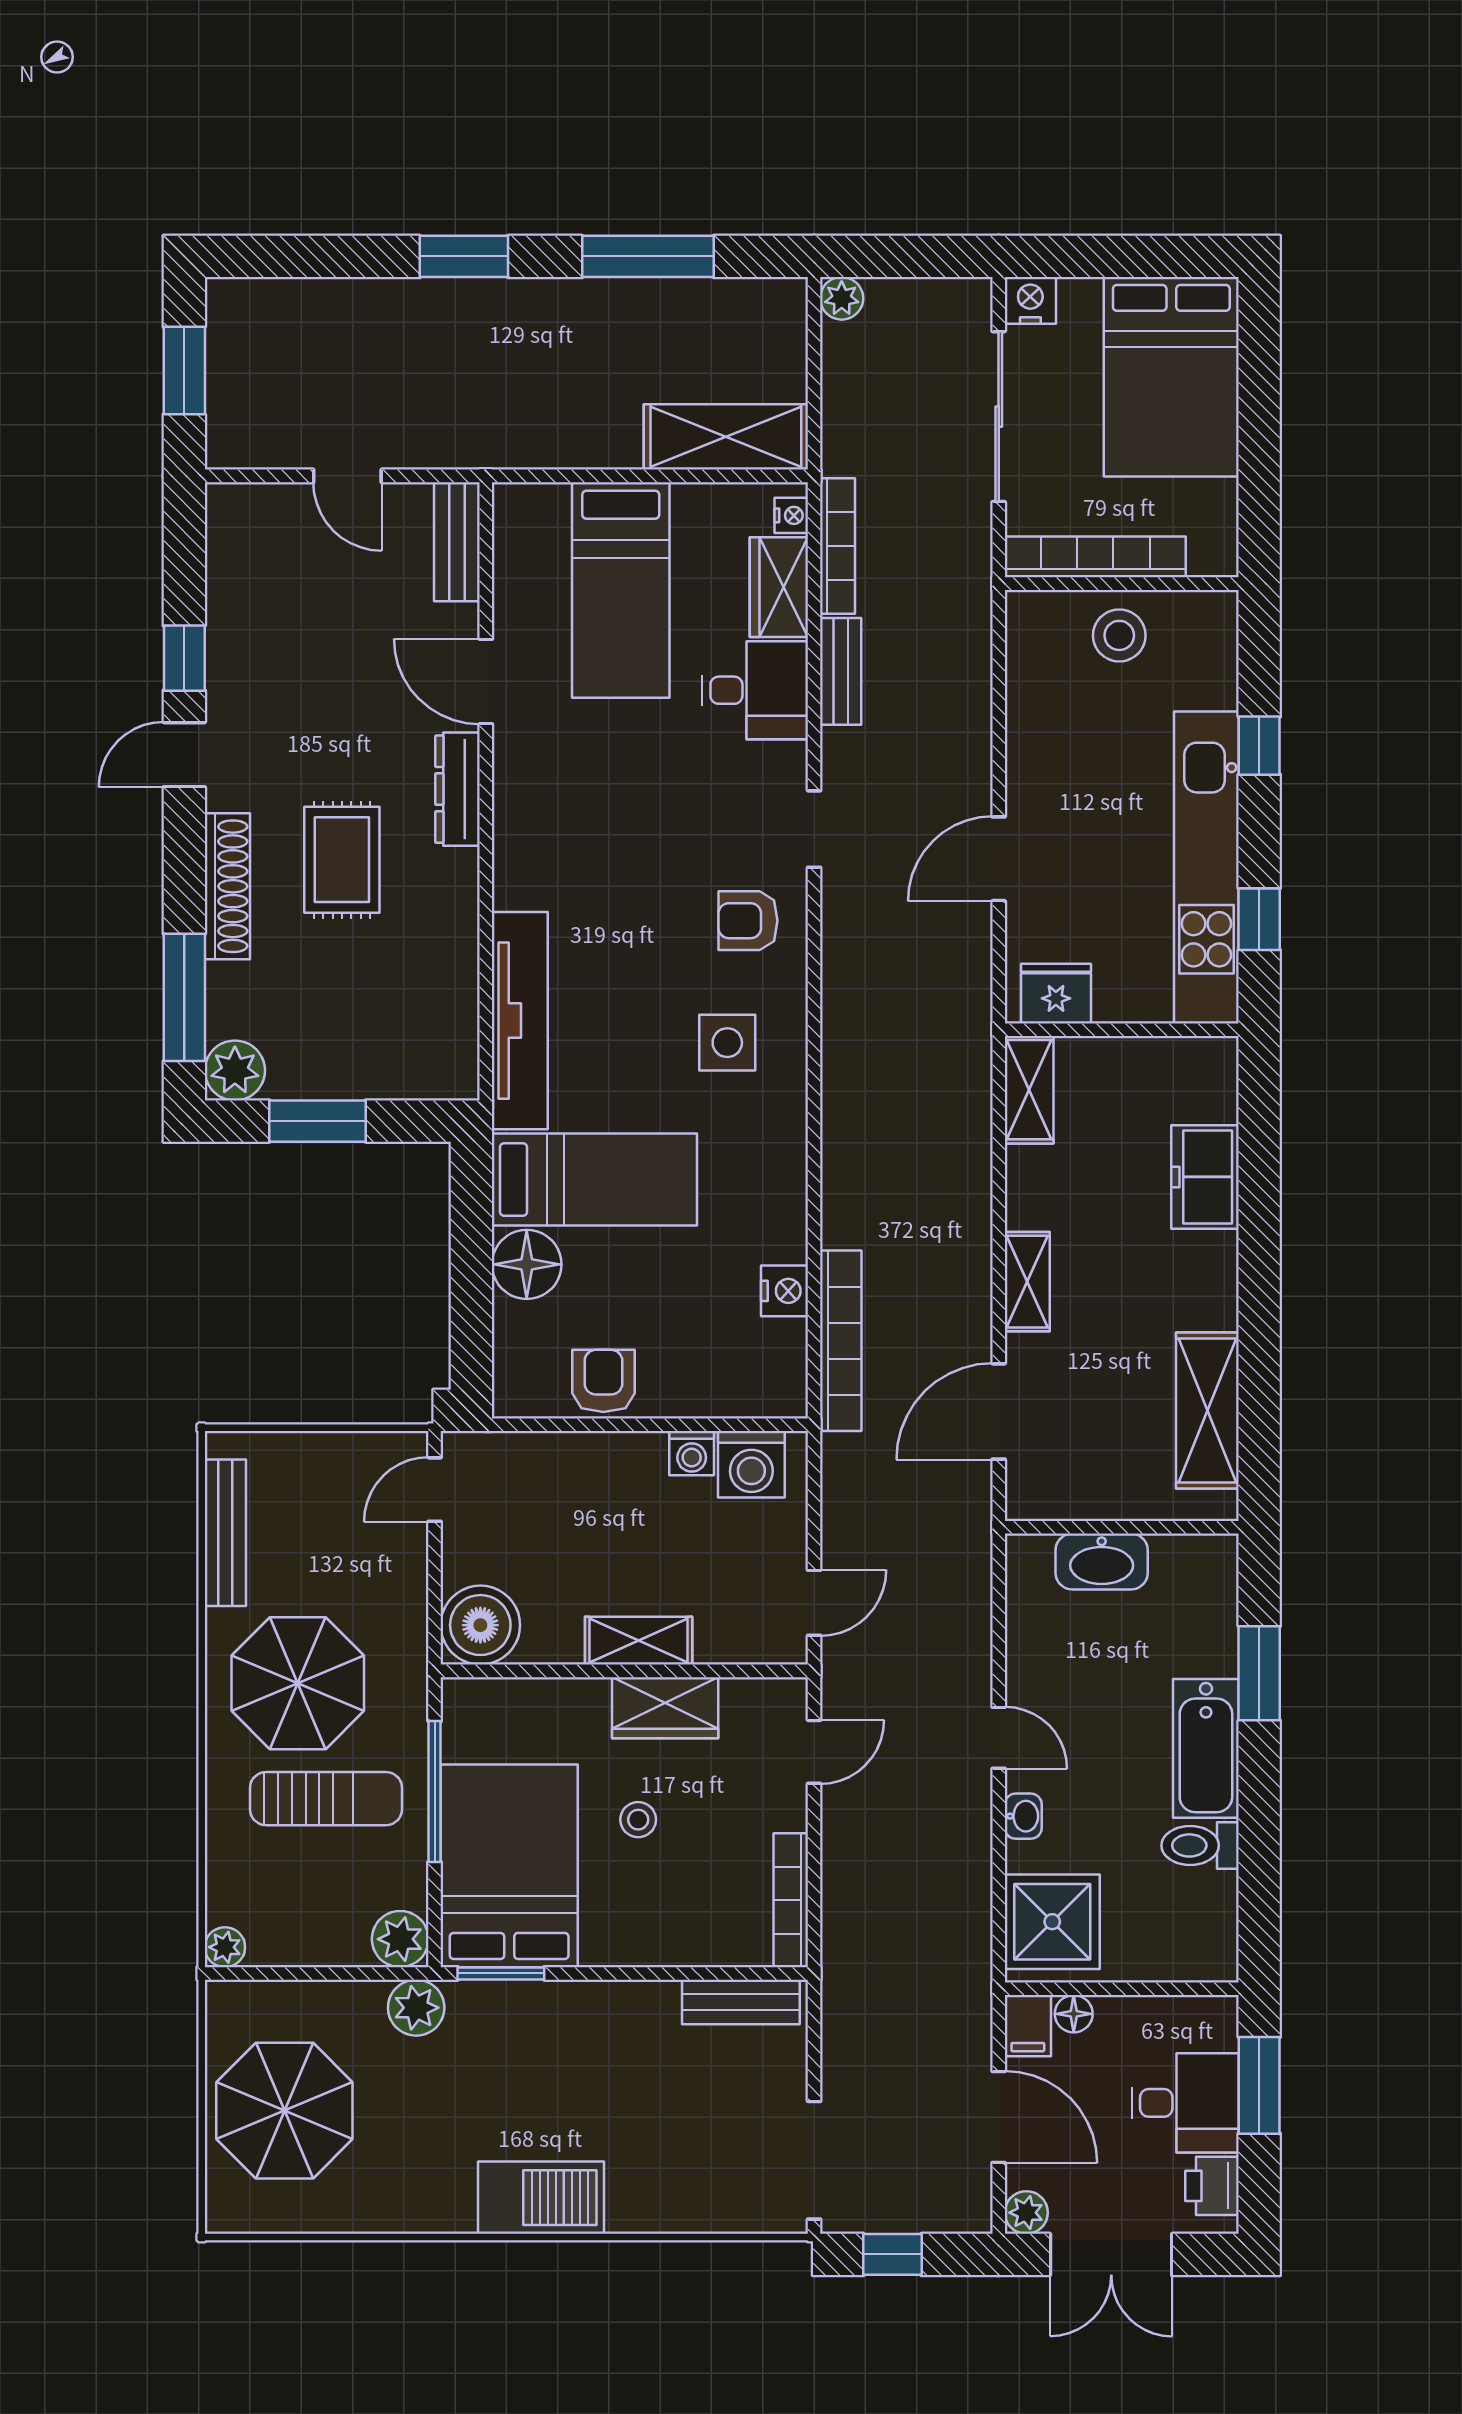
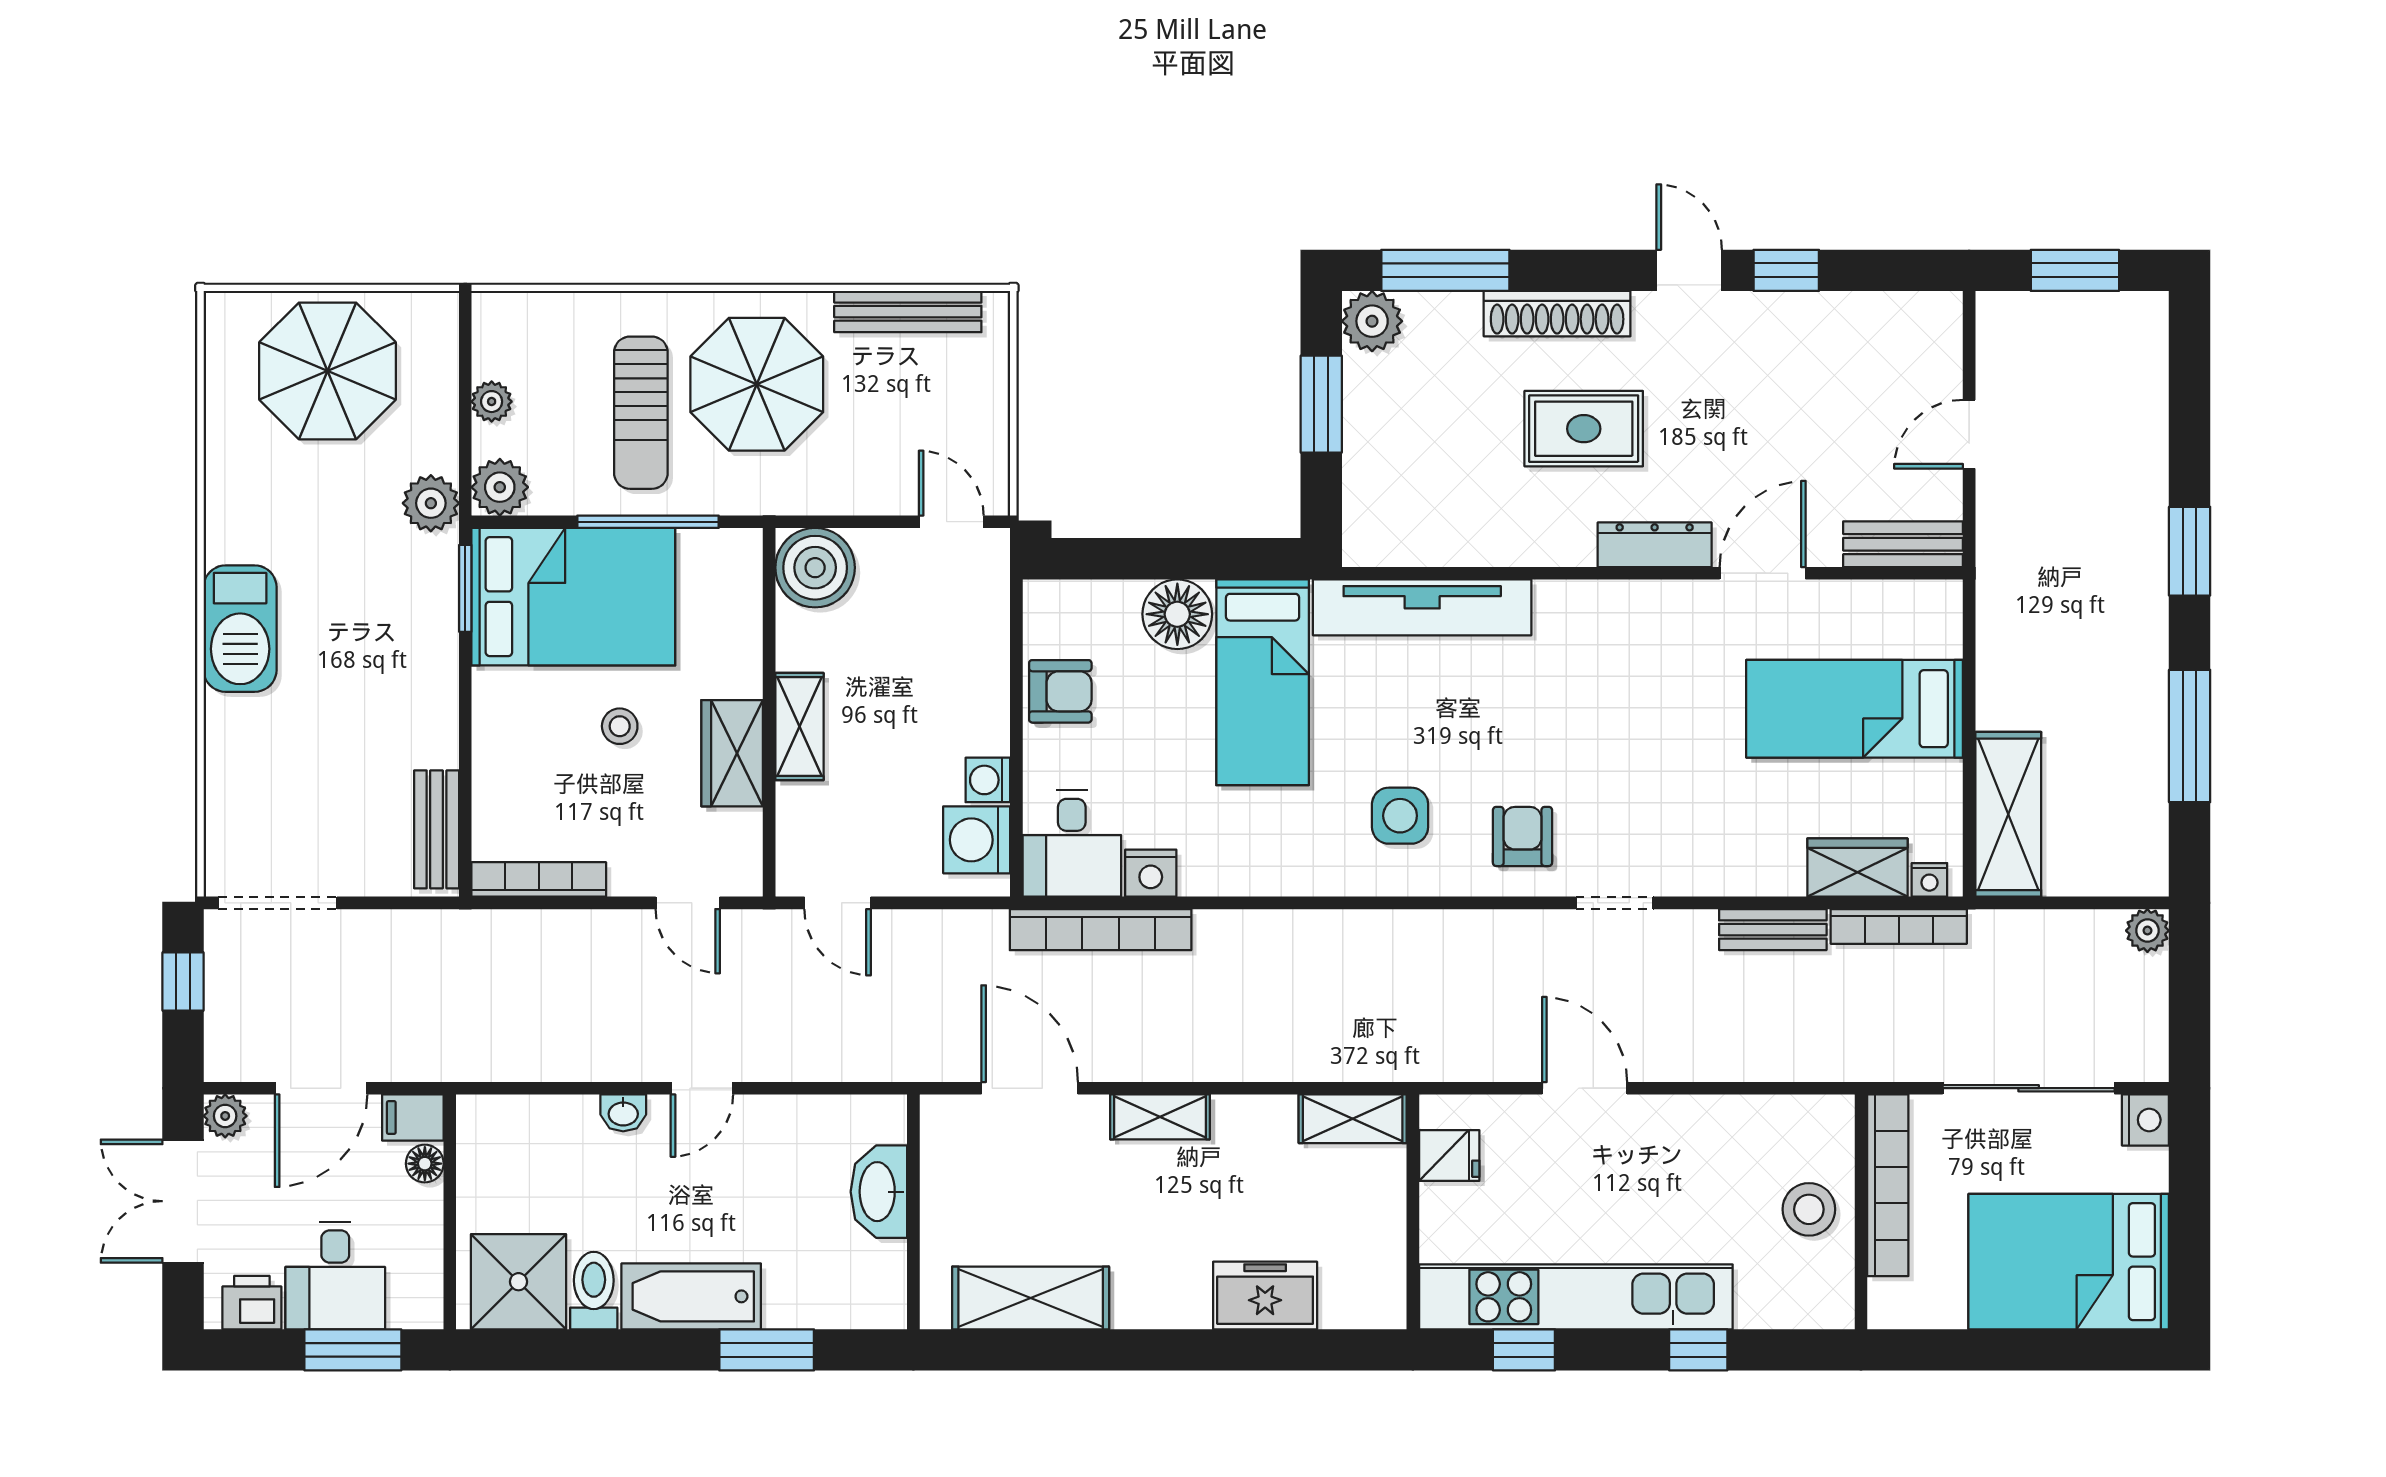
desk: (755, 690) -> (1072, 844), moved
fridge: (1056, 994) -> (1449, 1156), width x0.72
shower: (1052, 1922) -> (519, 1282), moved
plant: (225, 1947) -> (492, 402), moved

